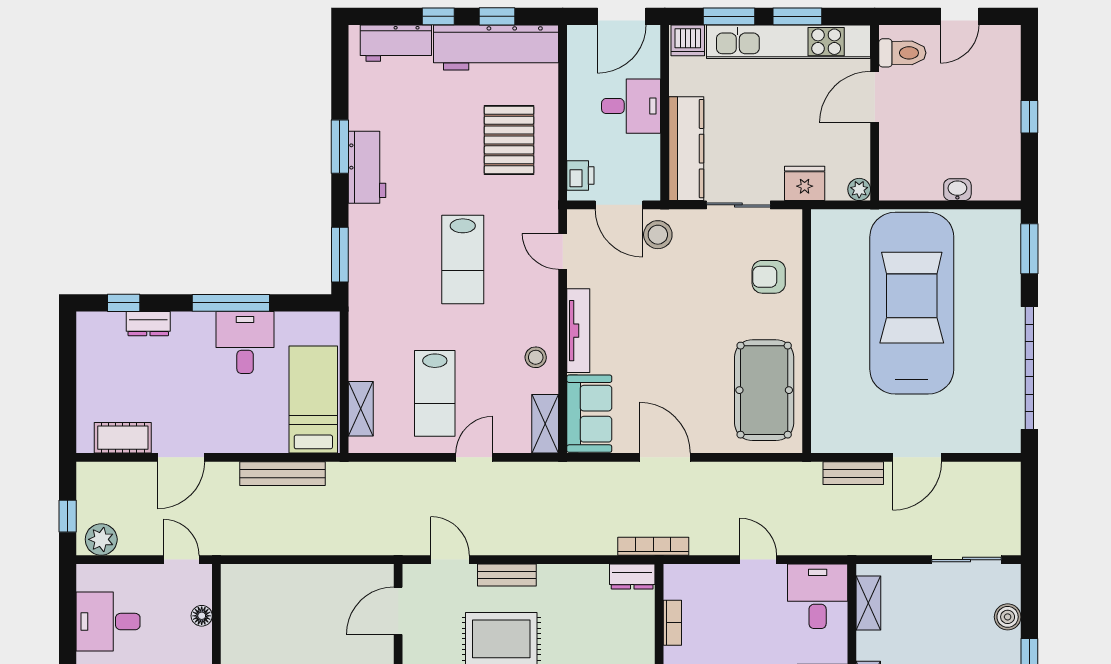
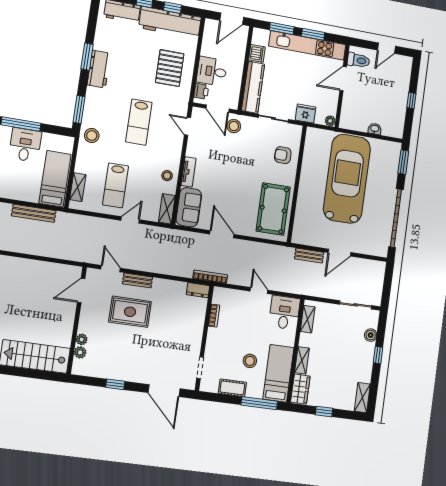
dishwasher: (688, 40) -> (257, 53), moved, turned -90
desk: (631, 106) -> (212, 71), moved, turned 180
stool: (373, 302) -> (92, 136), added
tv unit: (578, 331) -> (189, 172), width x0.71

